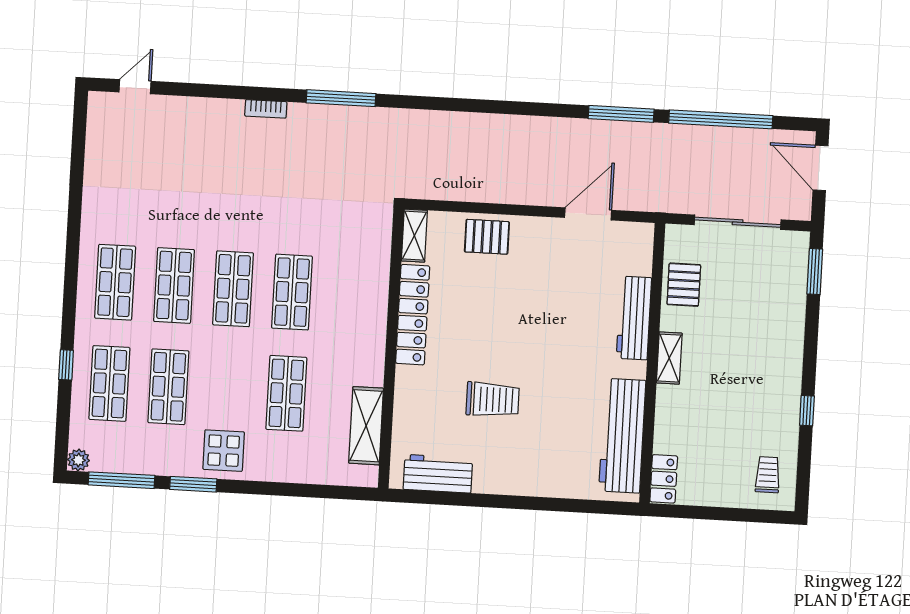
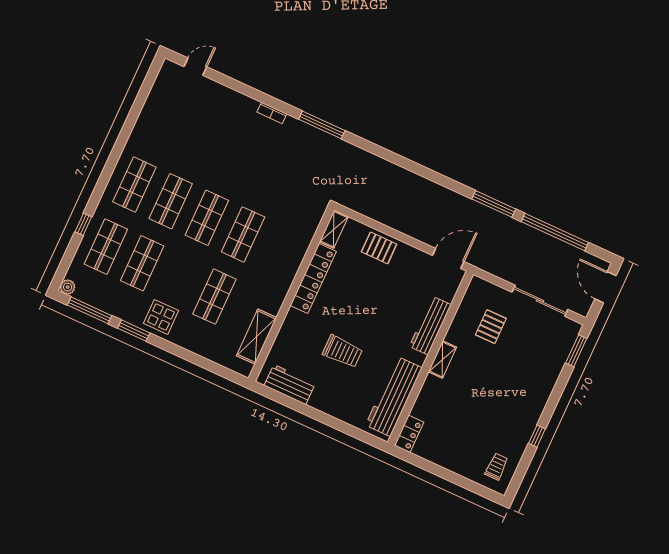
workbench: (634, 318) -> (430, 326), moved
shelving: (669, 358) -> (442, 359), moved
wall: (652, 363) -> (431, 358), moved
workbench: (622, 436) -> (394, 396), moved
locker: (664, 479) -> (409, 434), moved

